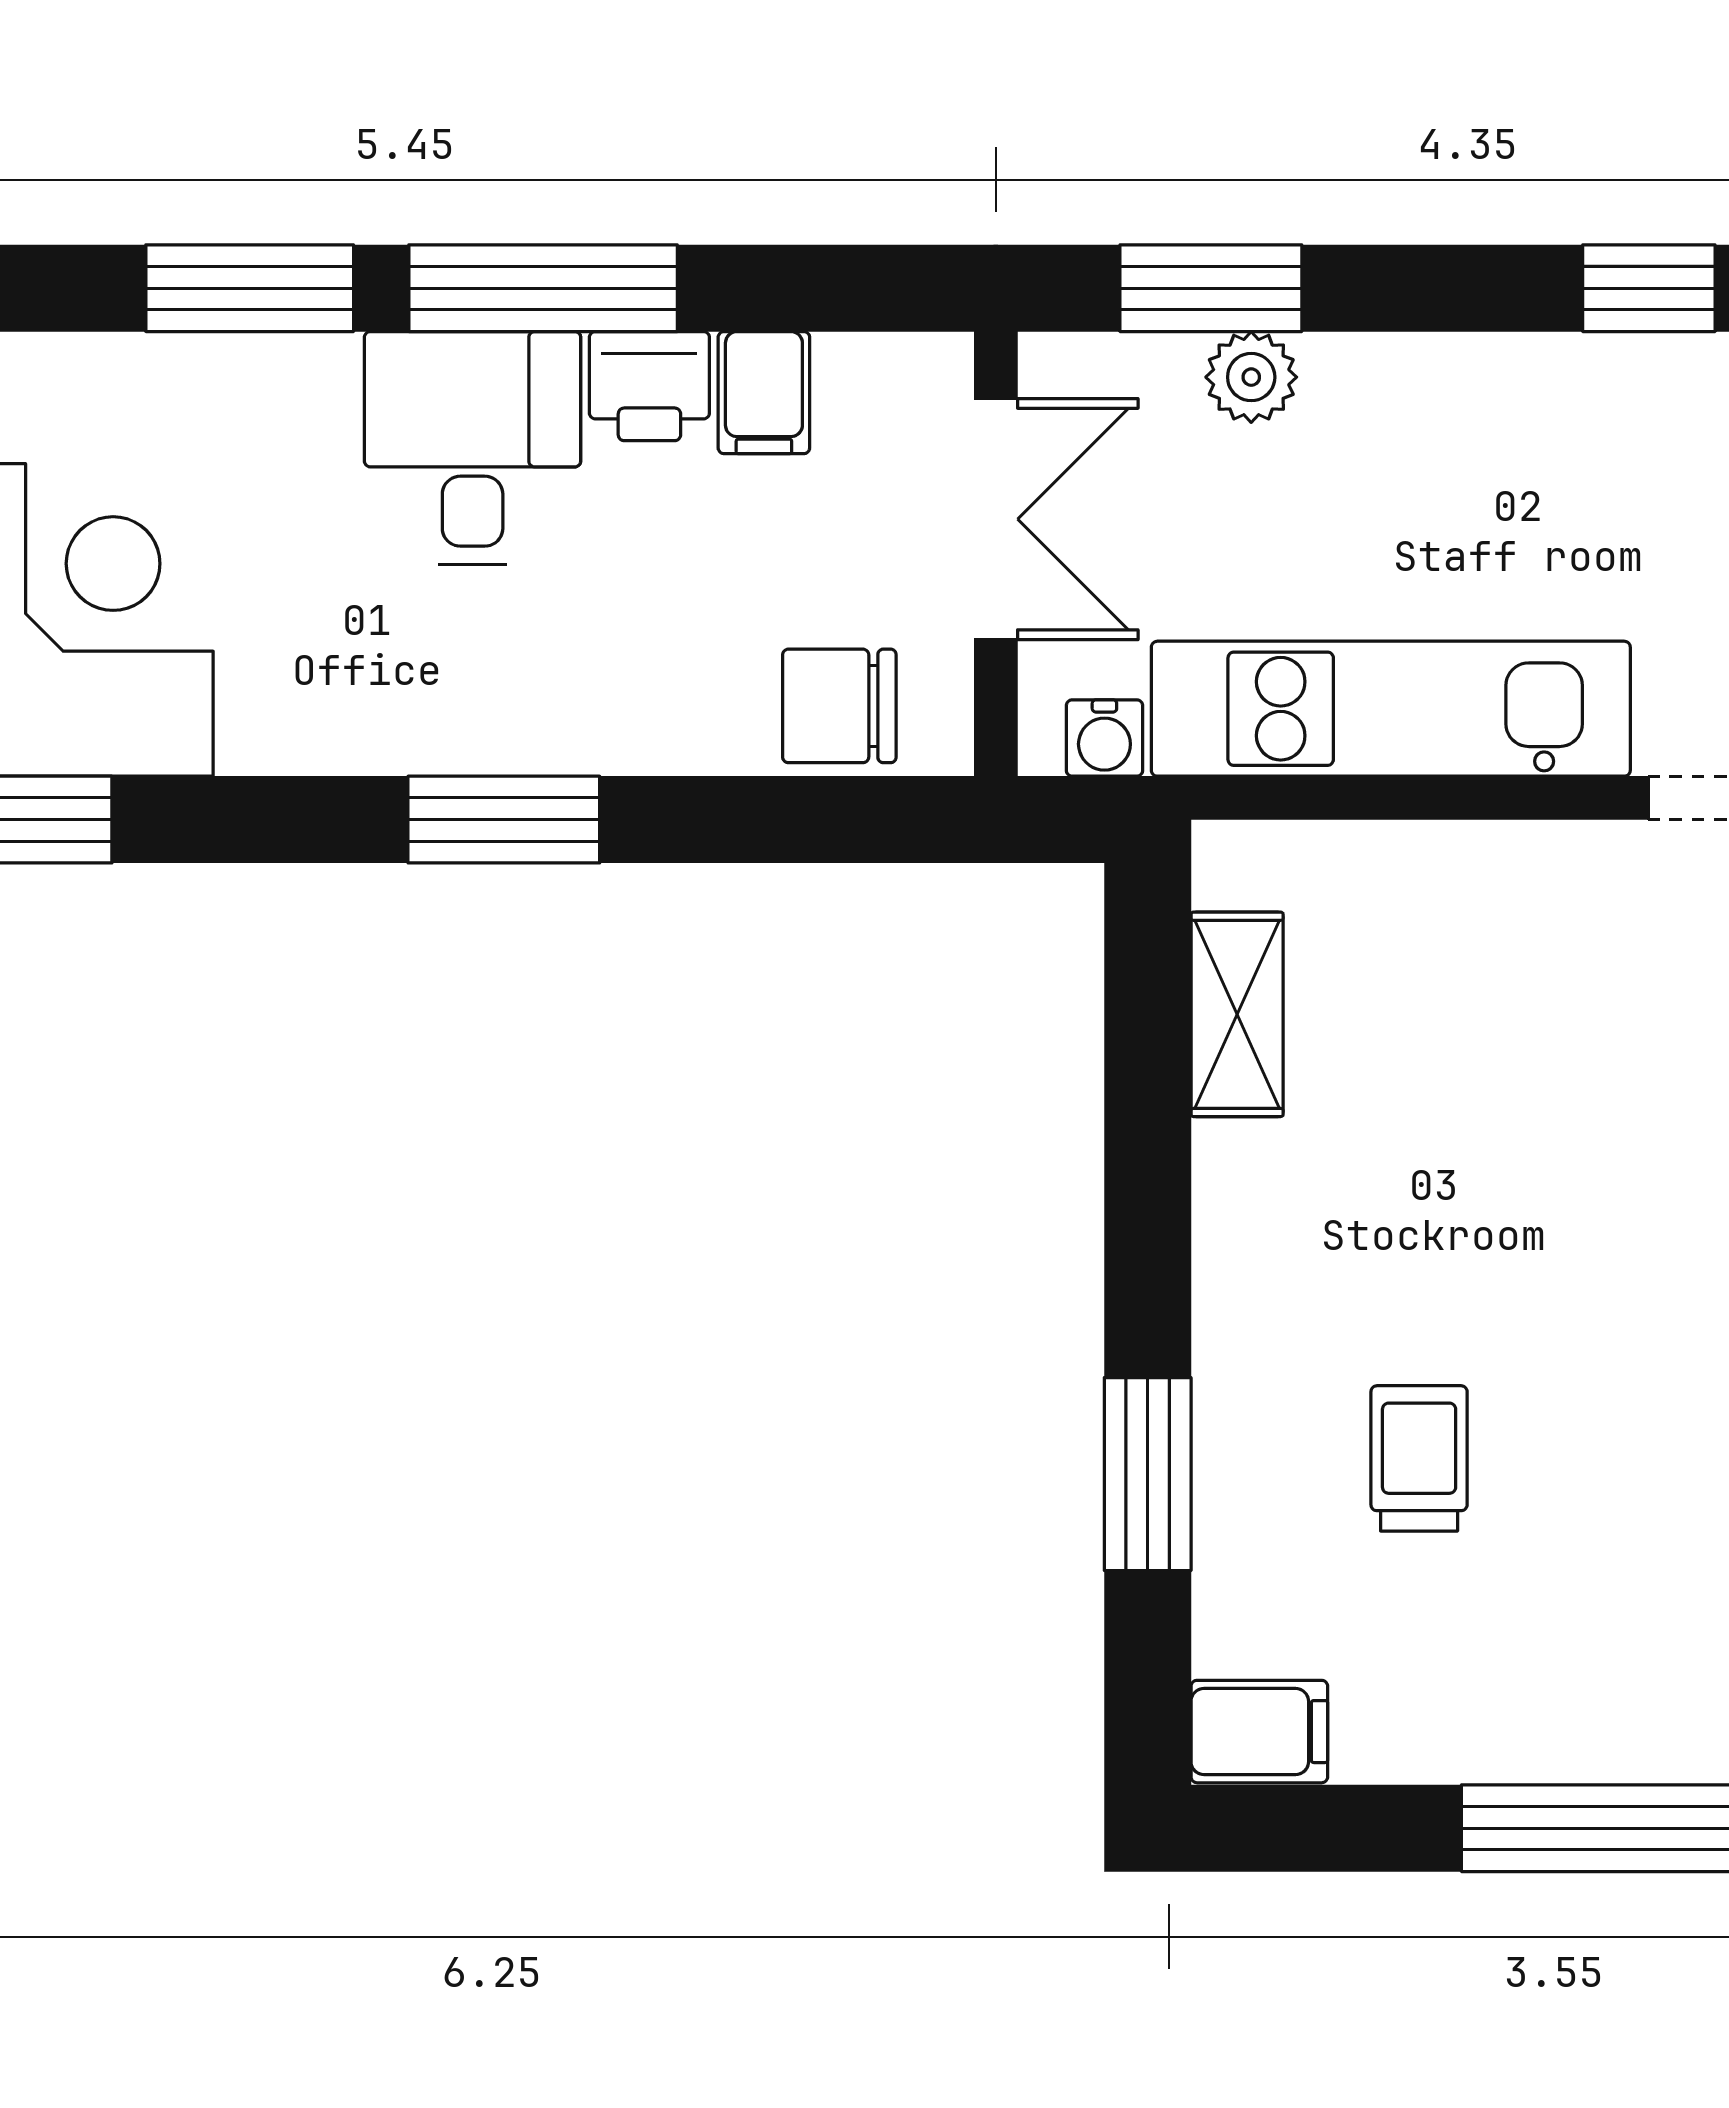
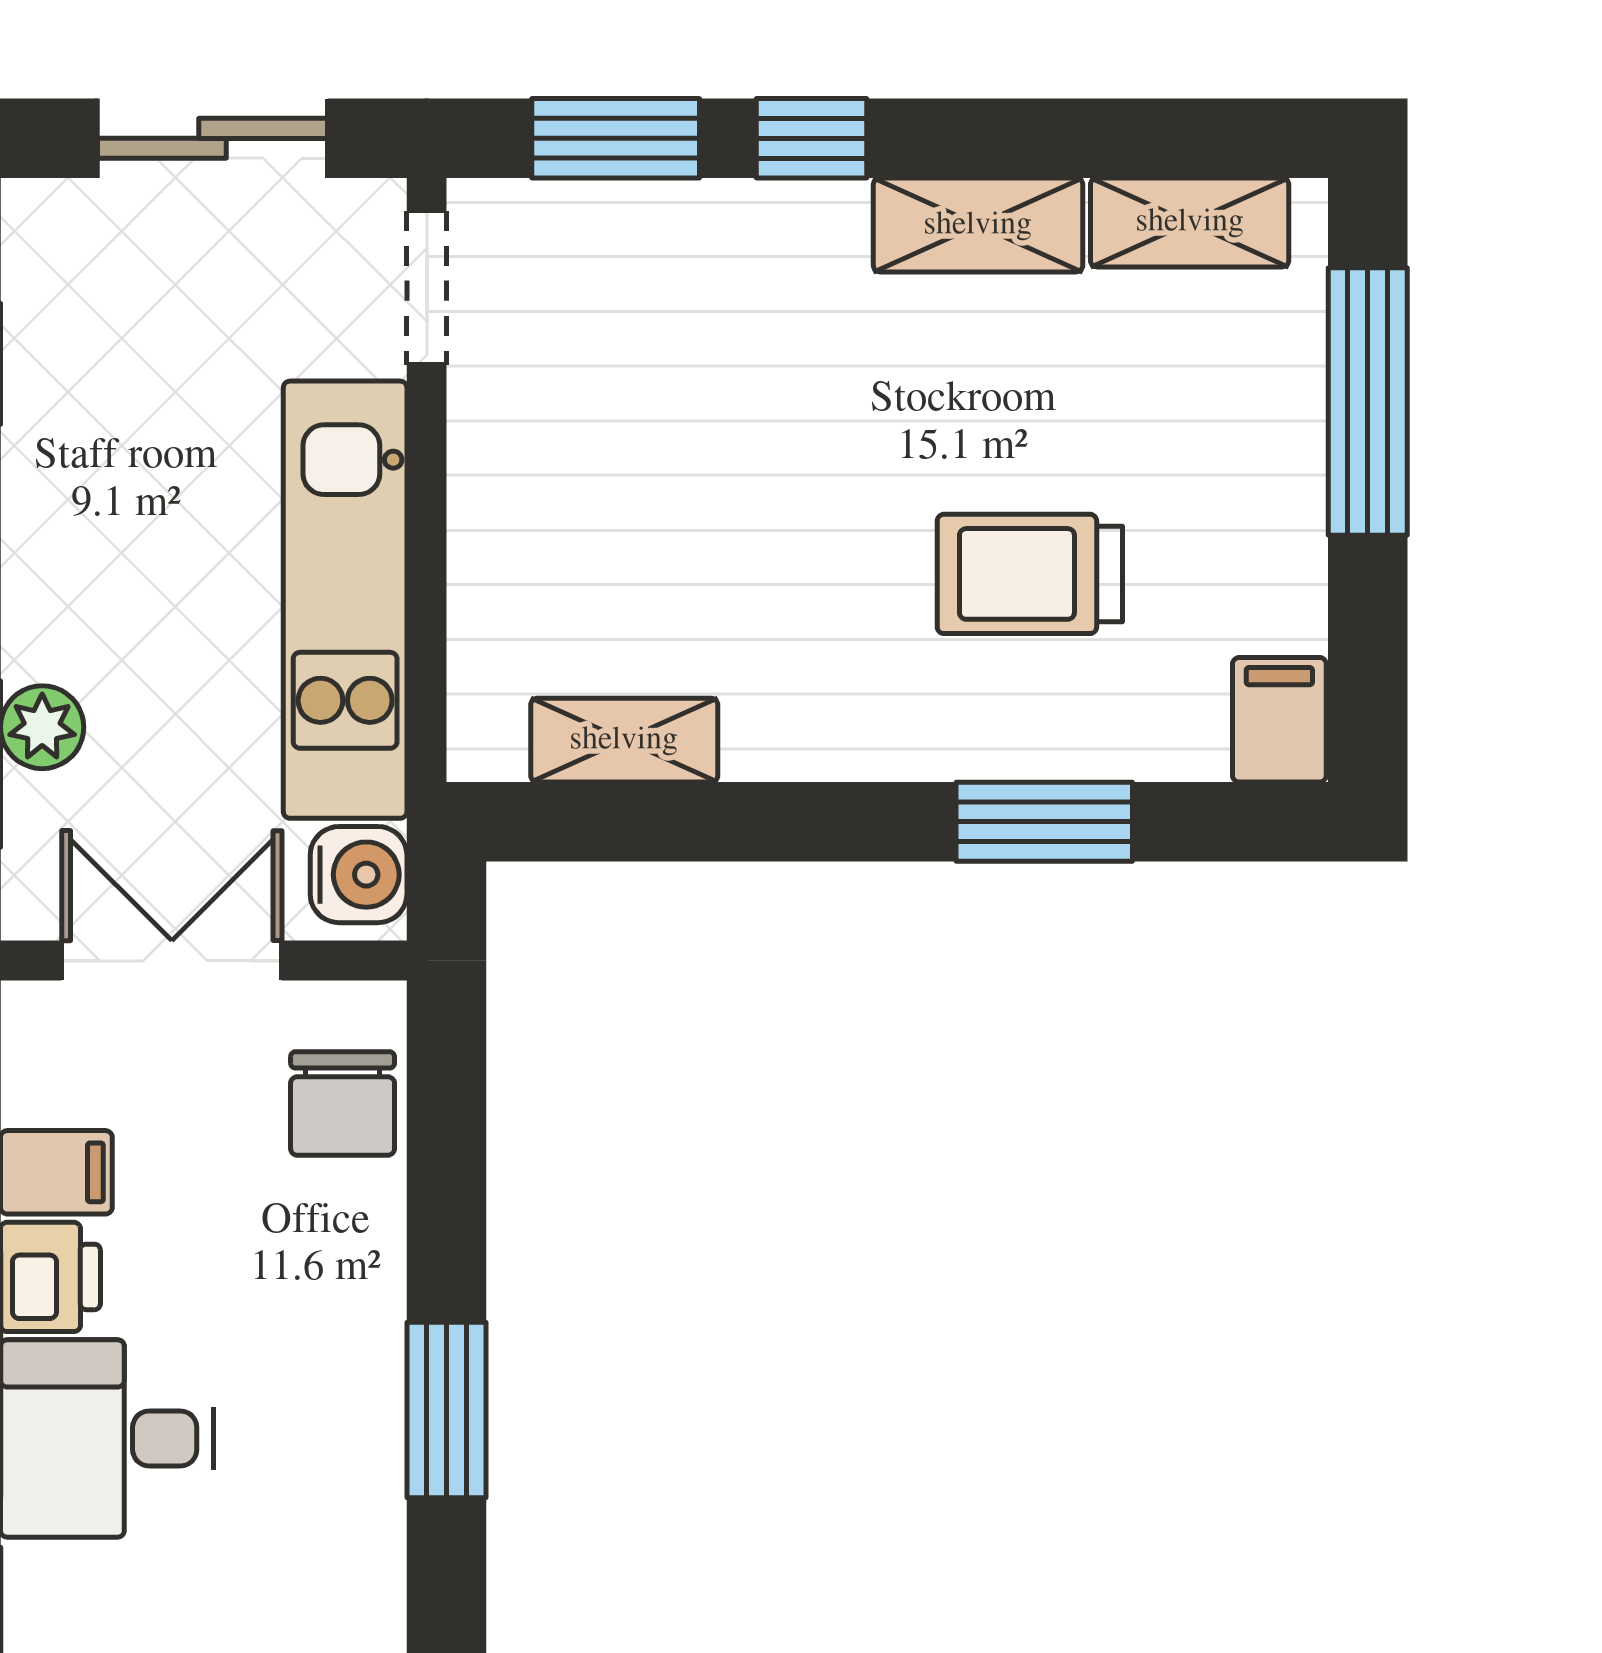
water cooler: (1104, 738) -> (359, 875), width x1.38, depth x1.38
trolley: (1419, 1458) -> (1030, 574), width x1.36, depth x1.39

